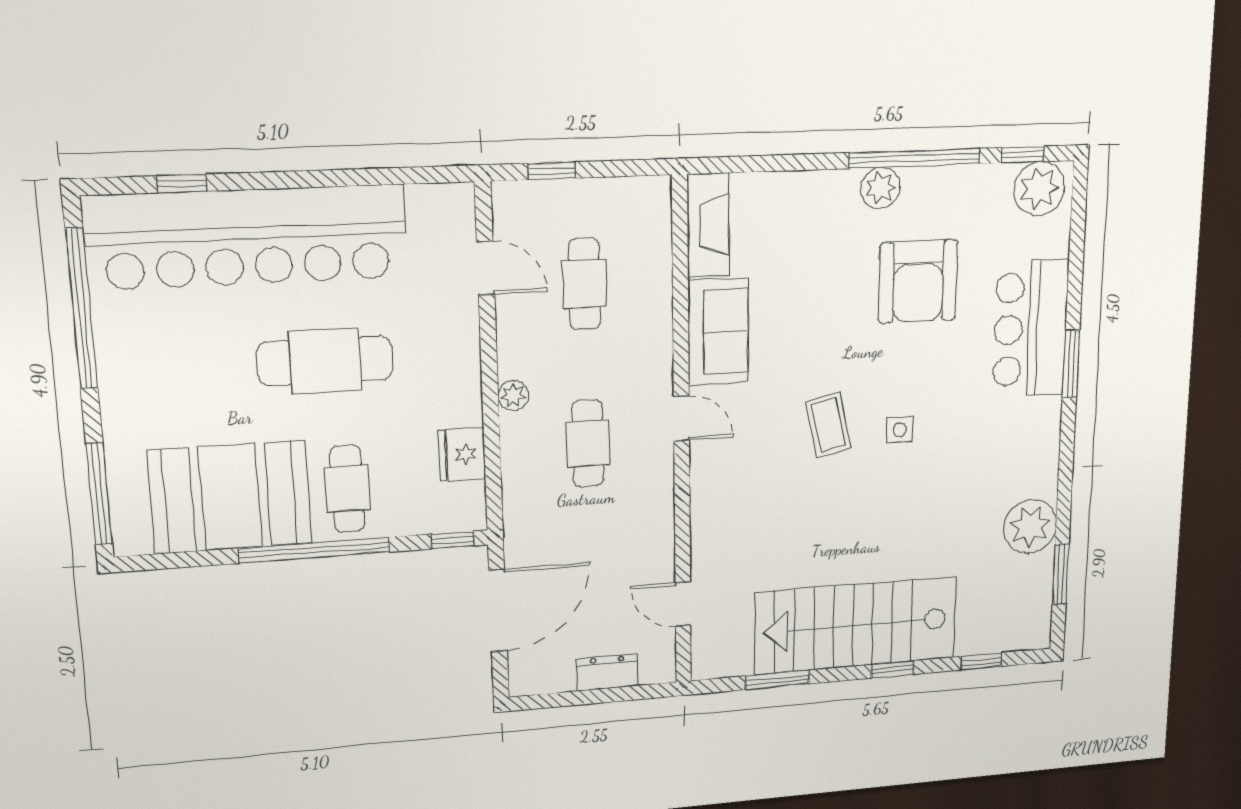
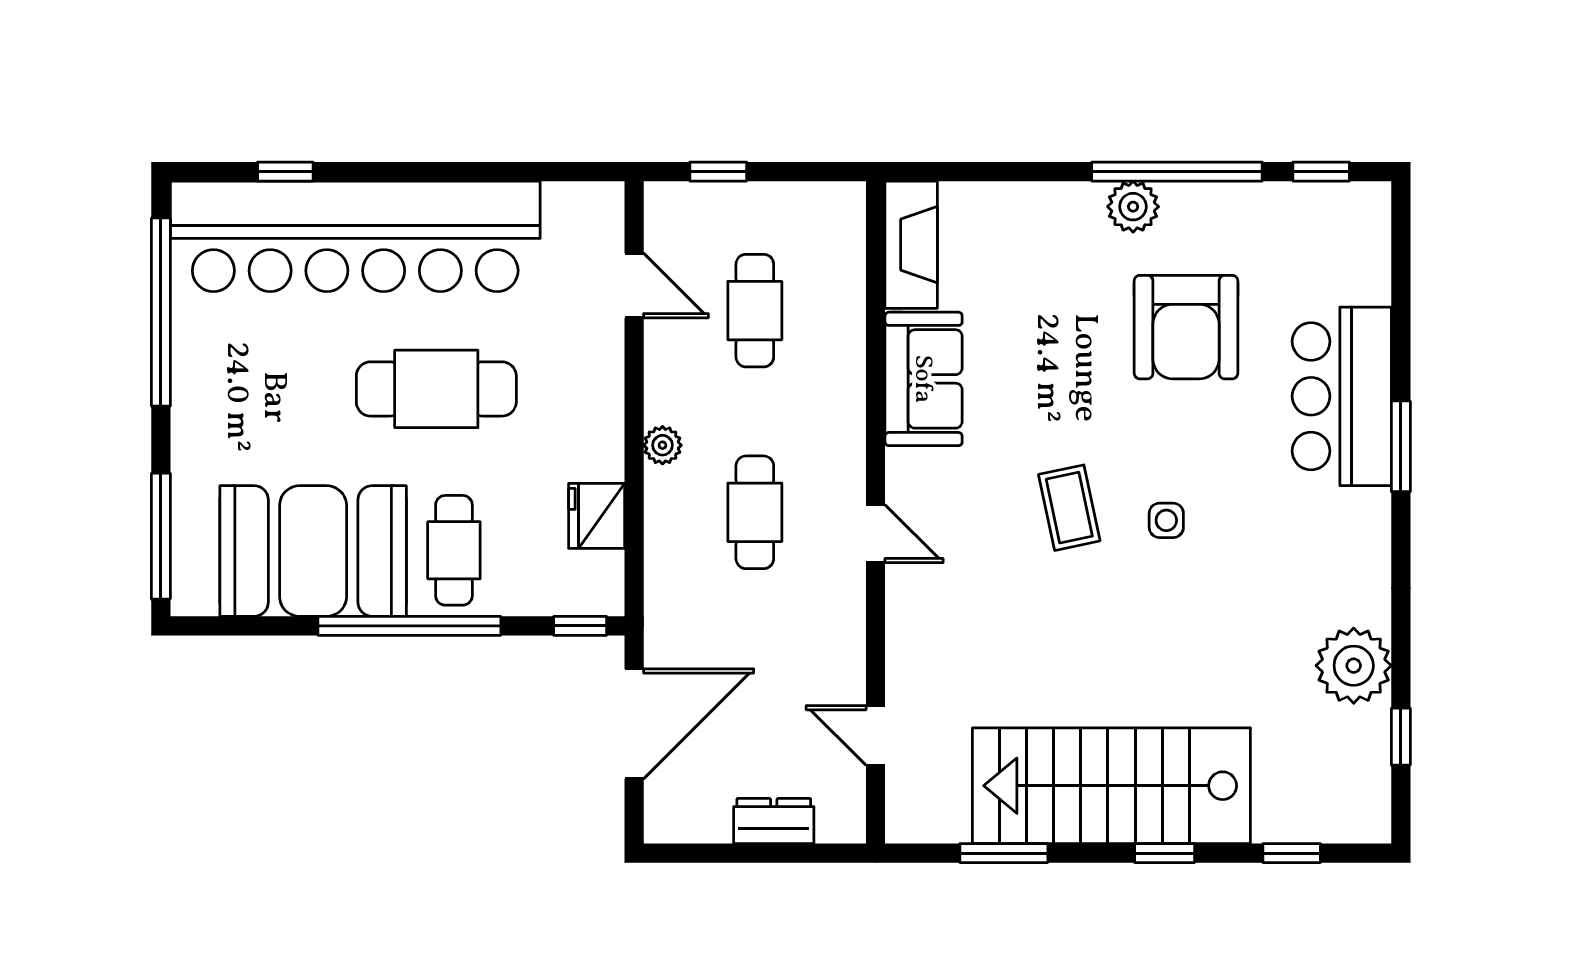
plant: (1039, 189) -> (1345, 215), removed
door: (681, 418) -> (875, 534), moved
window: (1061, 574) -> (1401, 737), width x0.67

